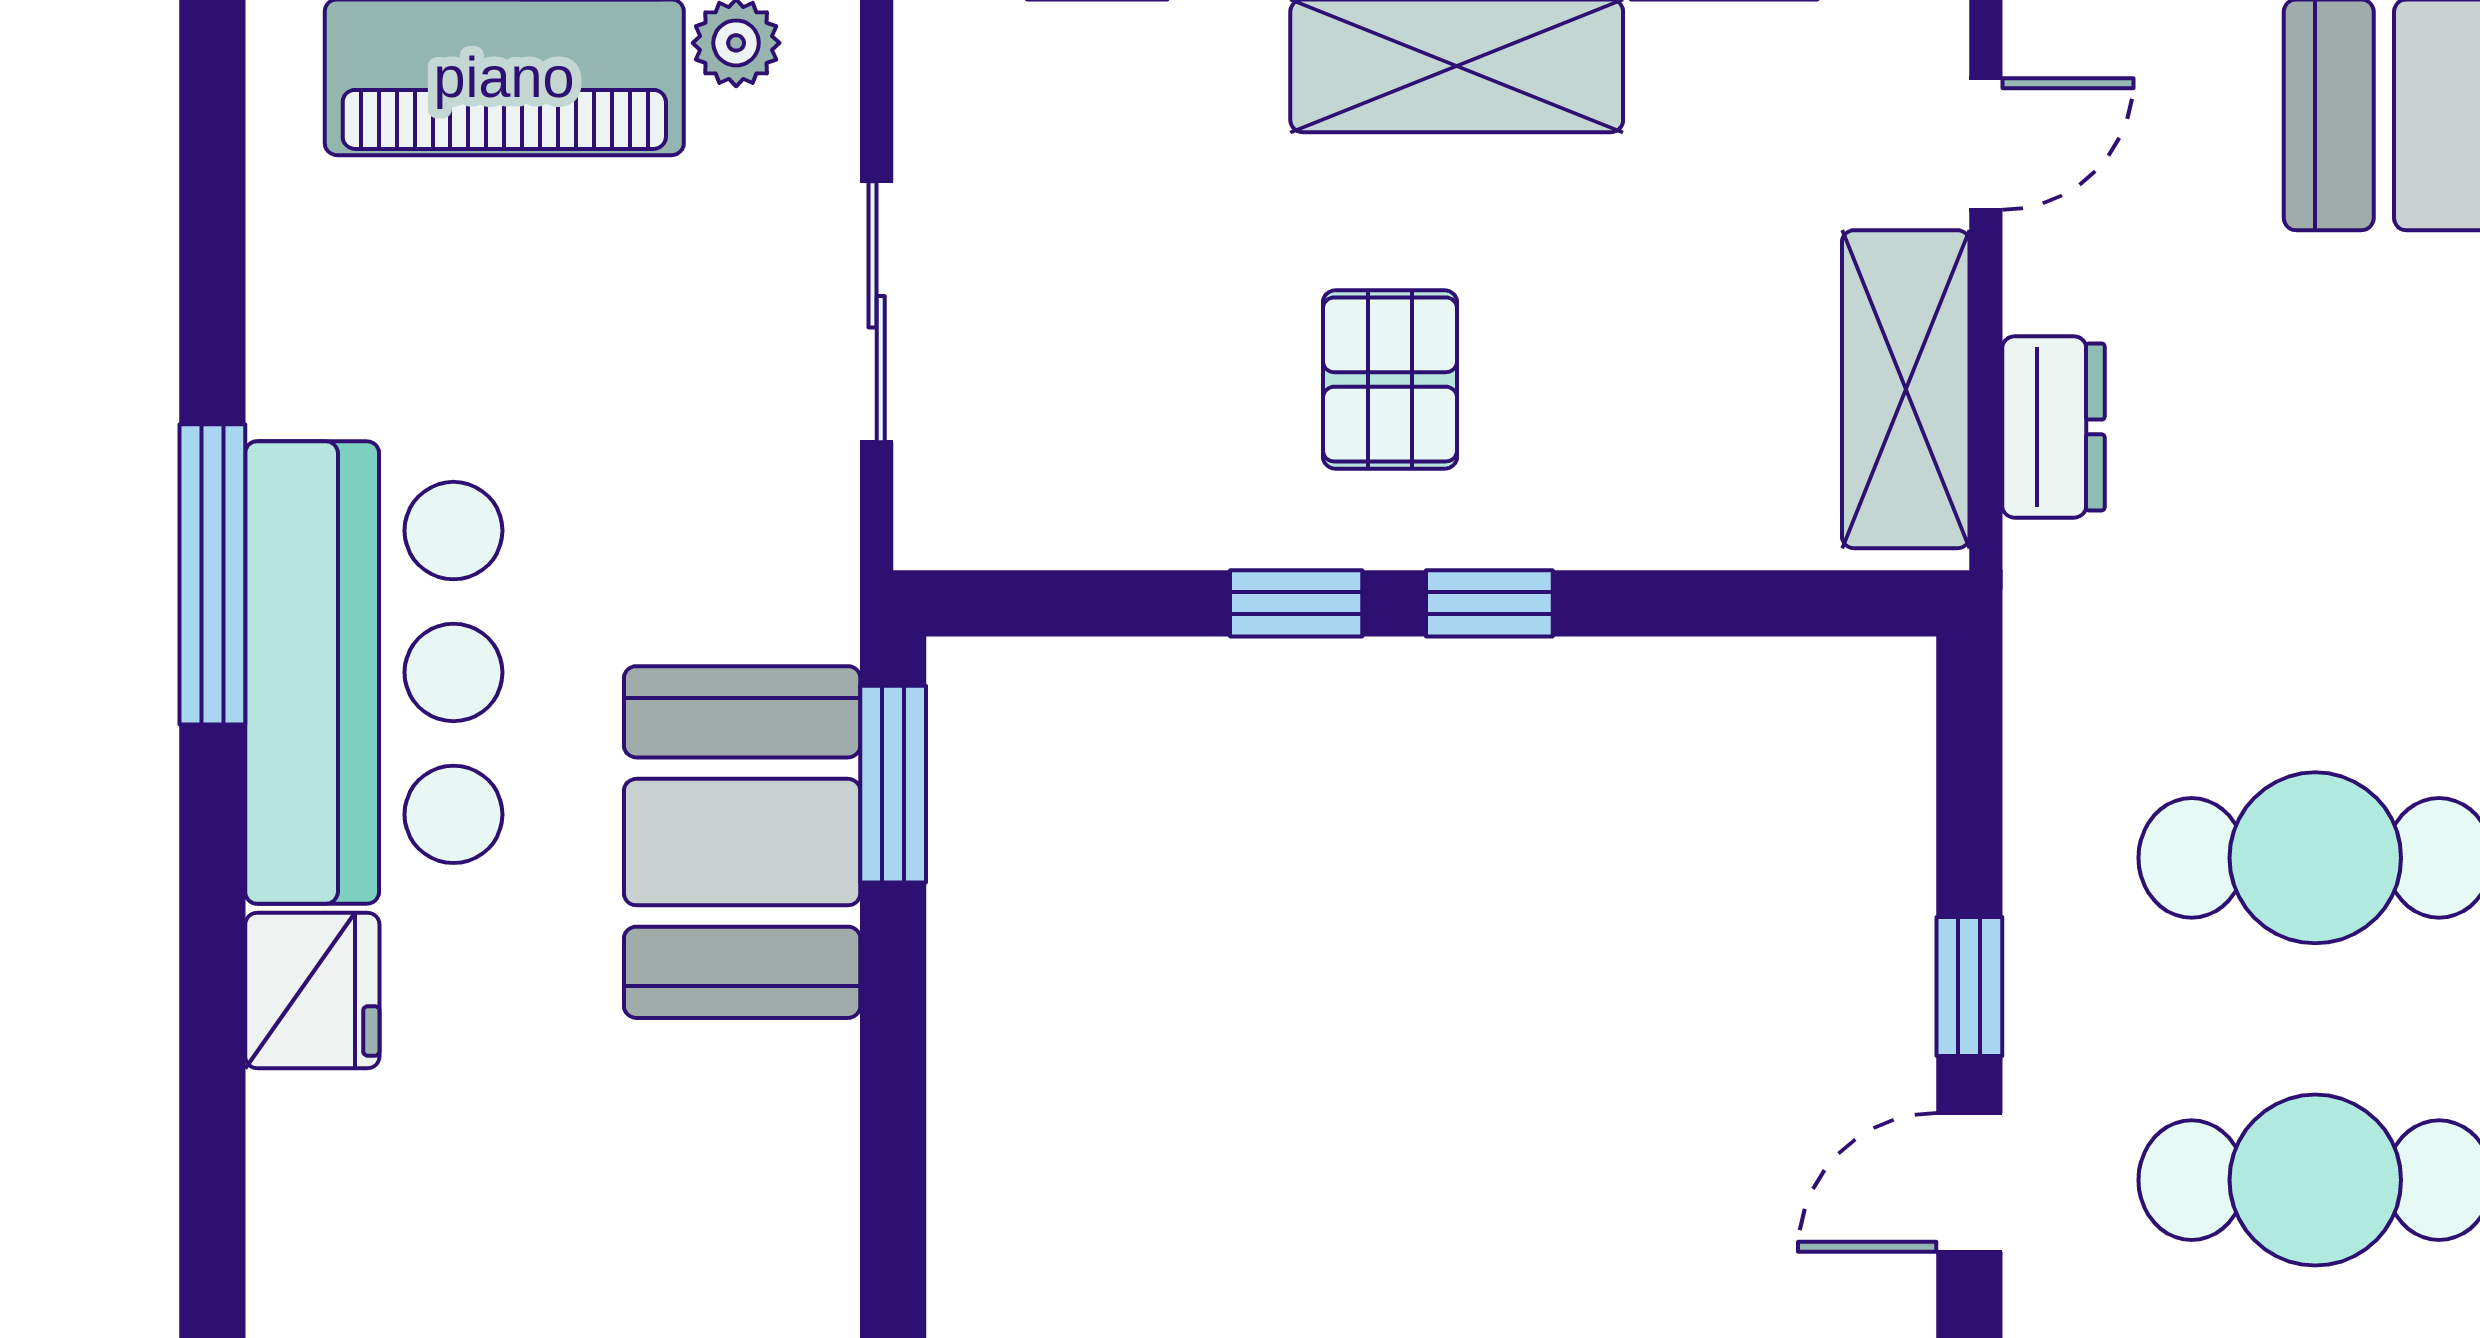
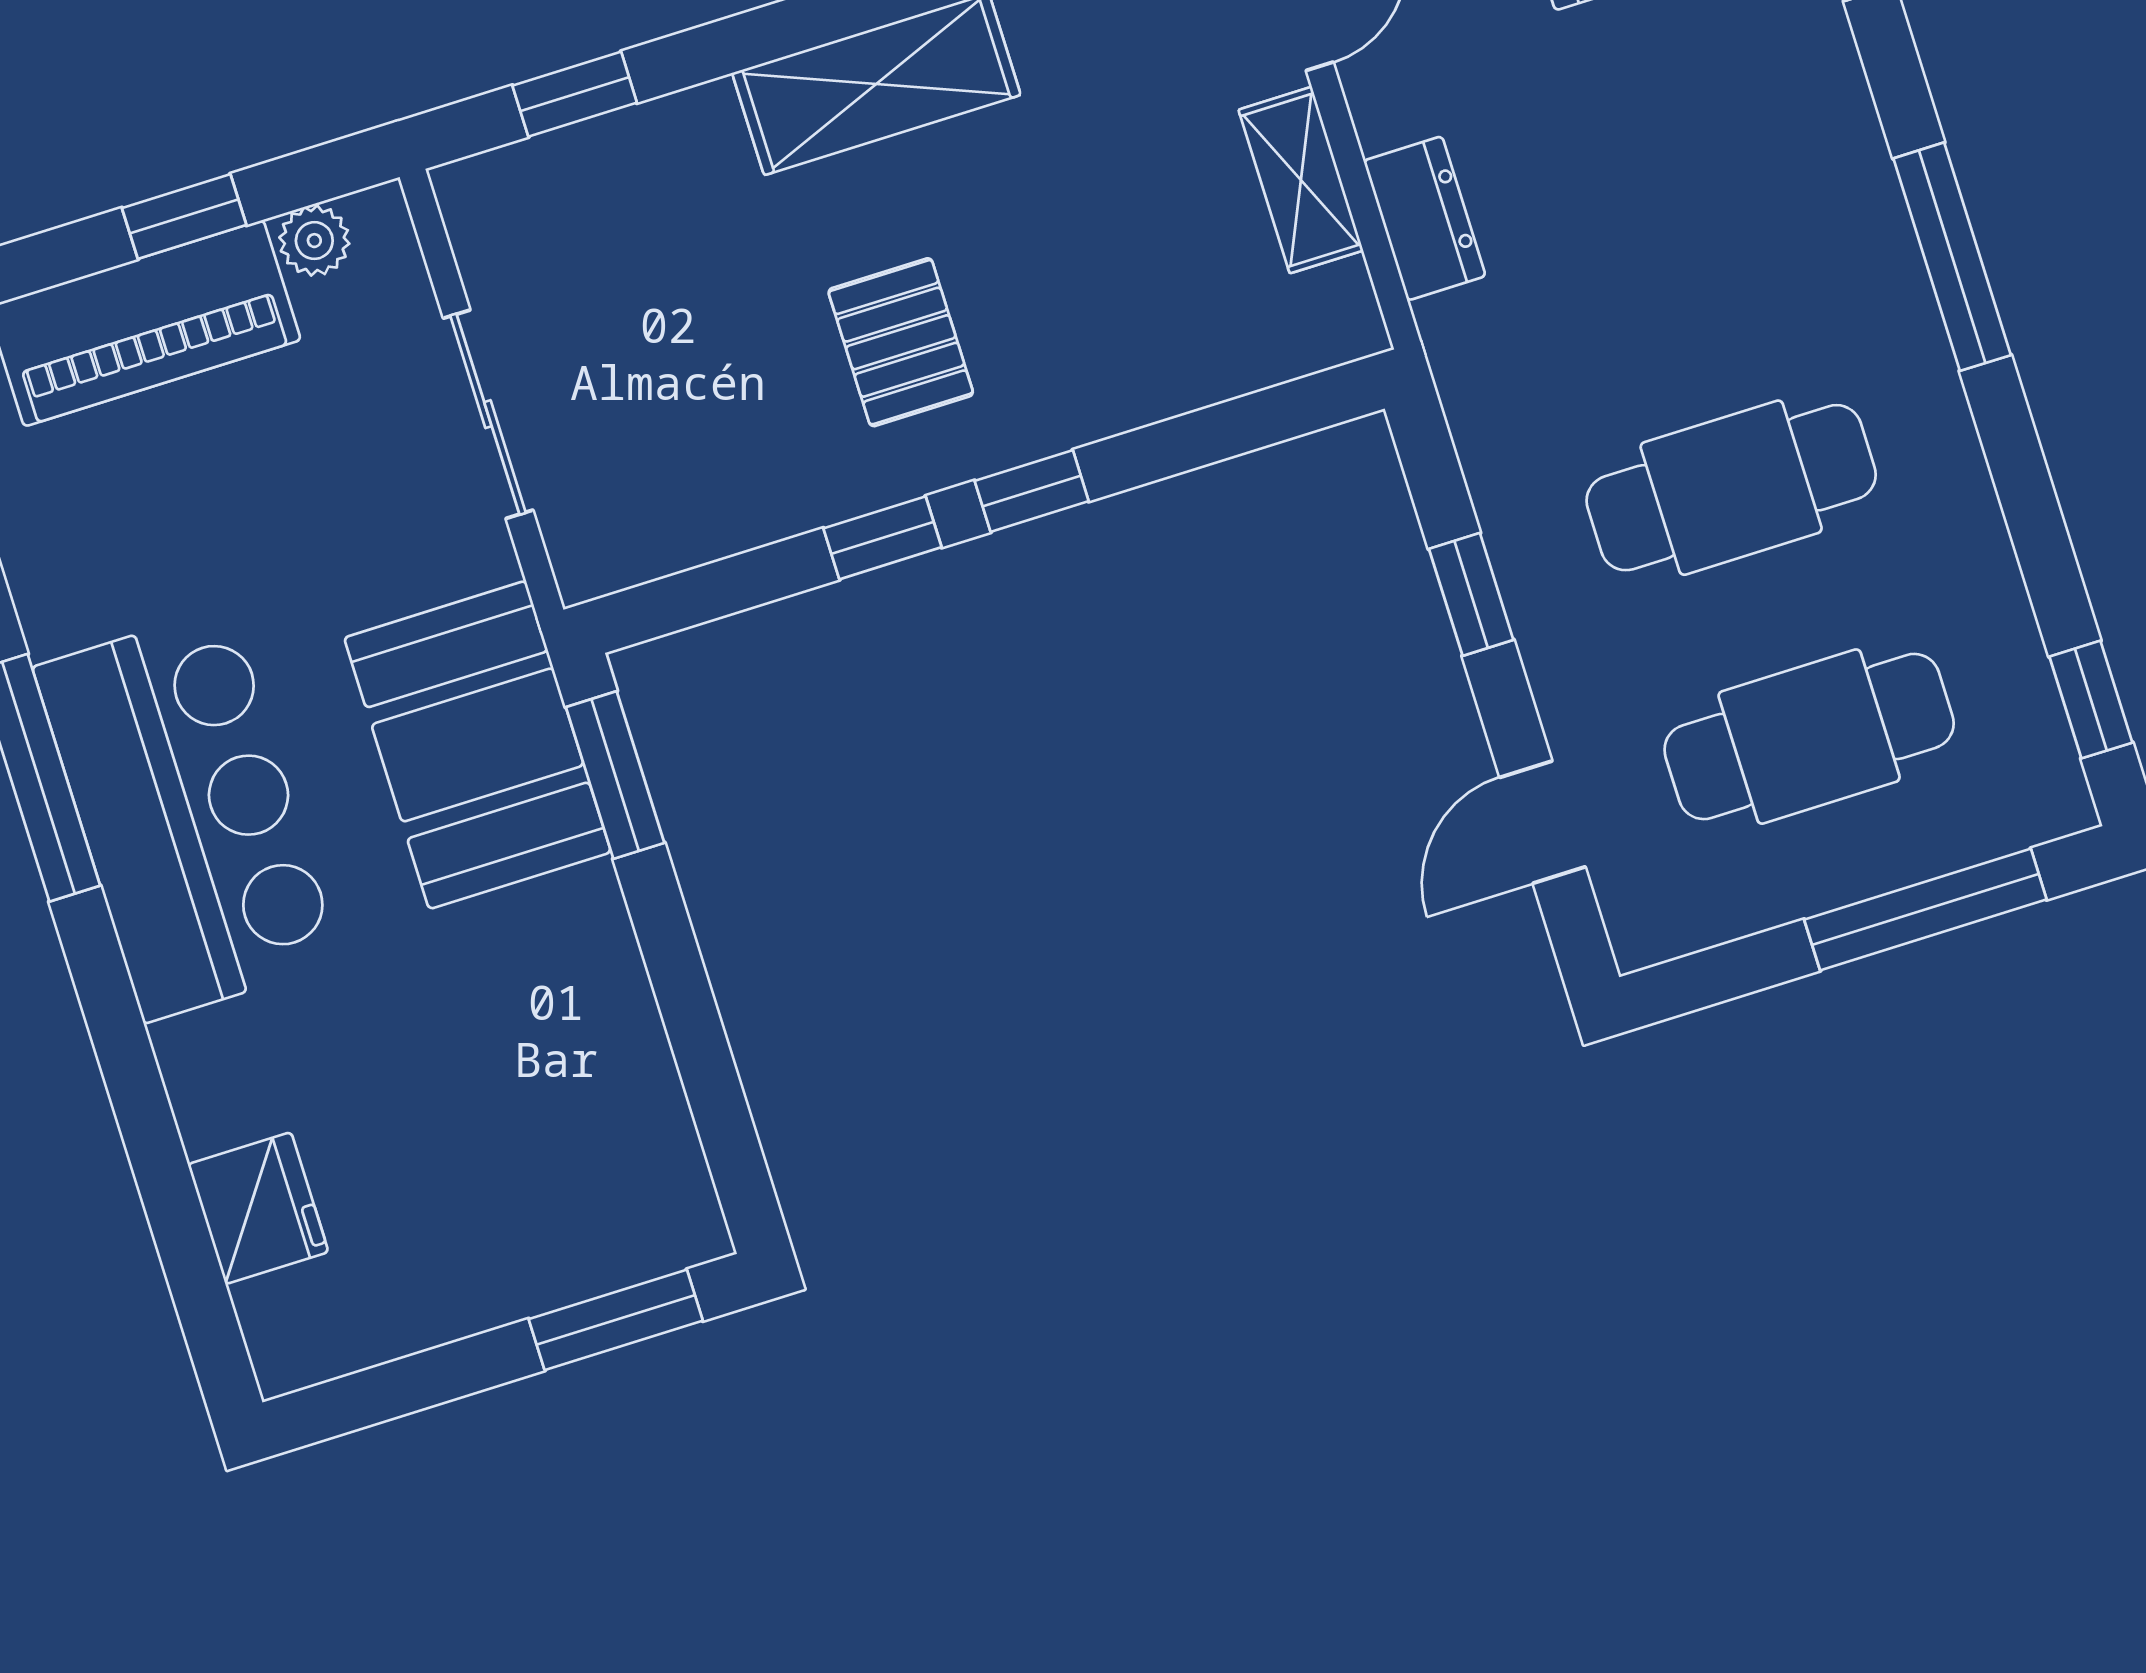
shelving: (1906, 389) -> (1301, 180), width x0.67, depth x0.75
booth: (742, 842) -> (478, 745), moved
window: (1969, 986) -> (1471, 594), moved
fridge: (312, 991) -> (258, 1208), moved

